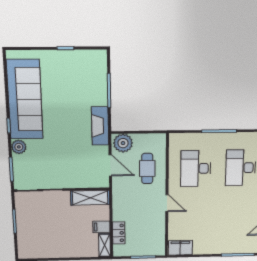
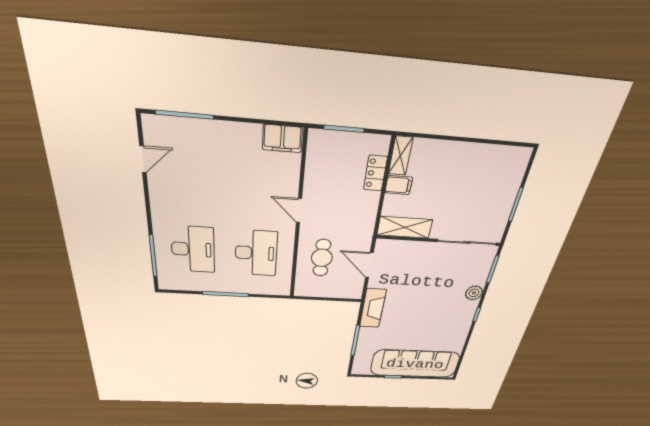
sofa: (25, 99) -> (415, 364), moved, turned 90
plant: (123, 143) -> (349, 289), removed

